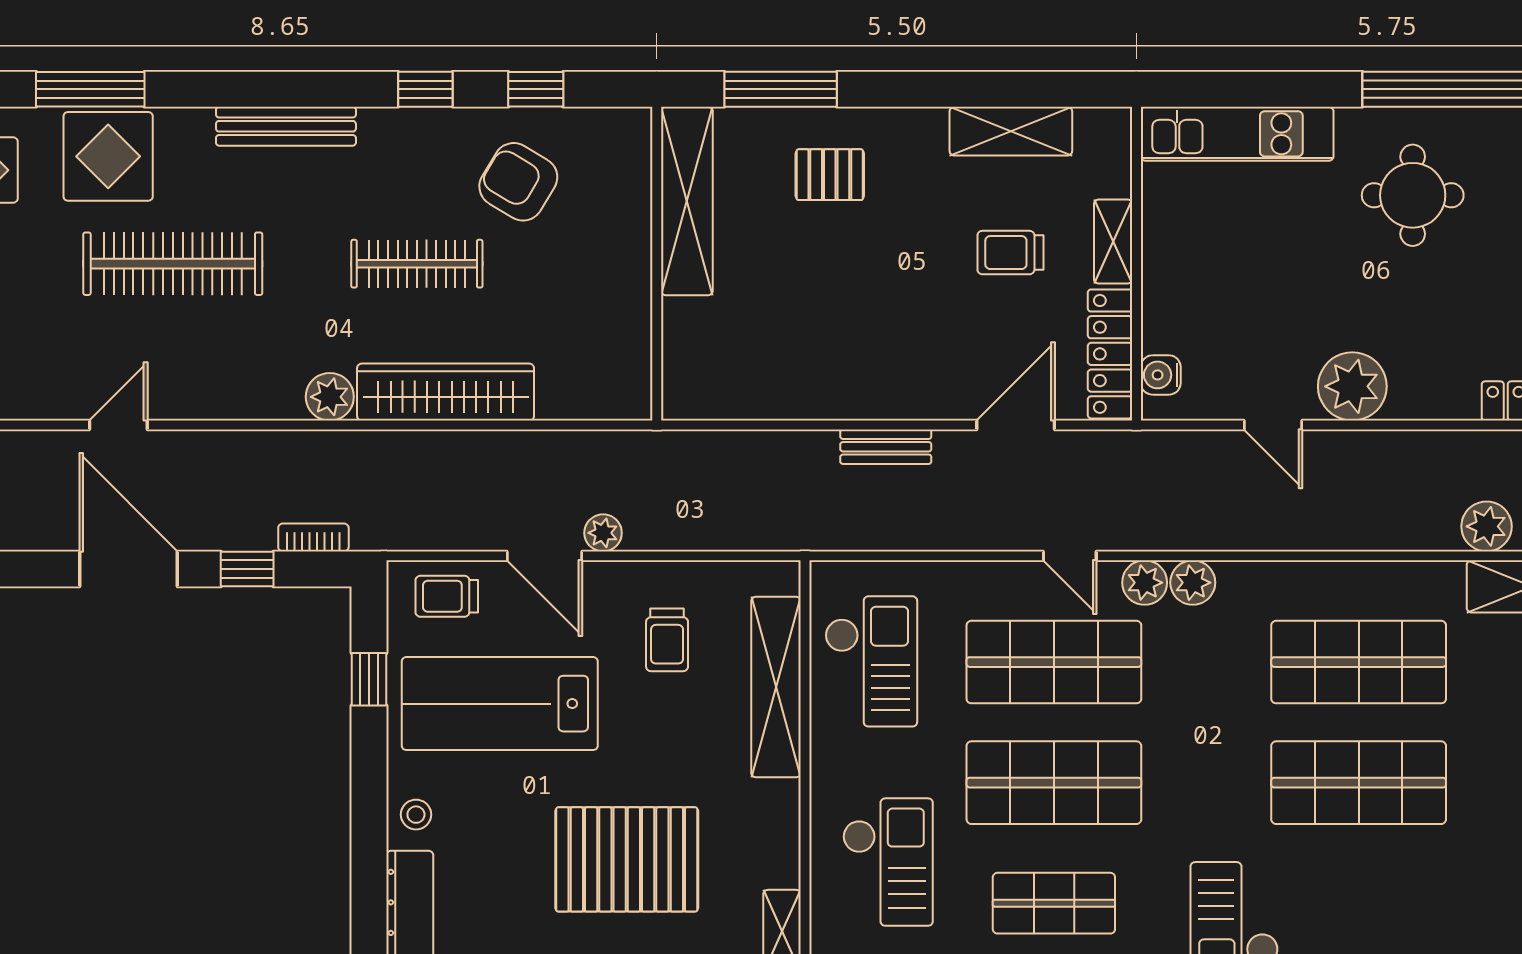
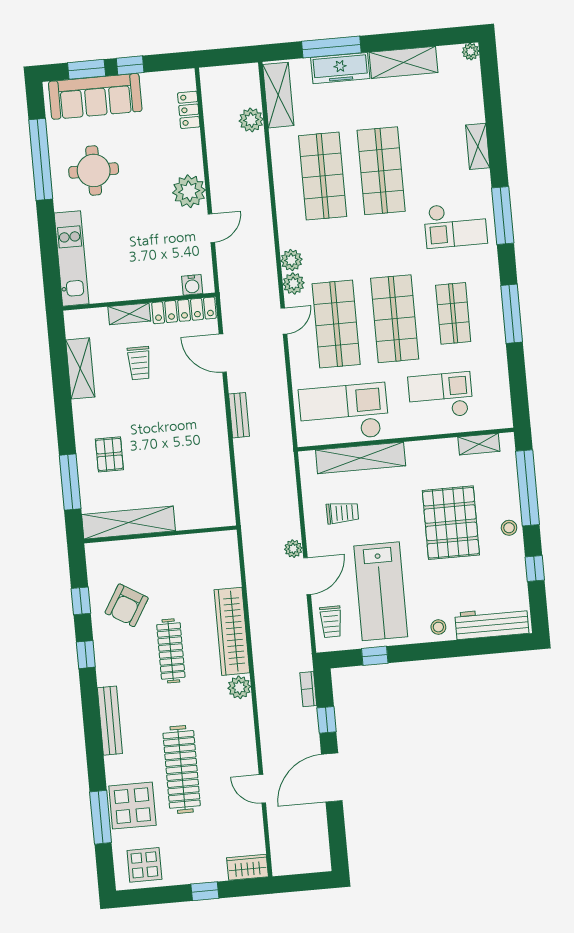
checkout: (871, 661) -> (344, 413), width x1.36, depth x1.21

